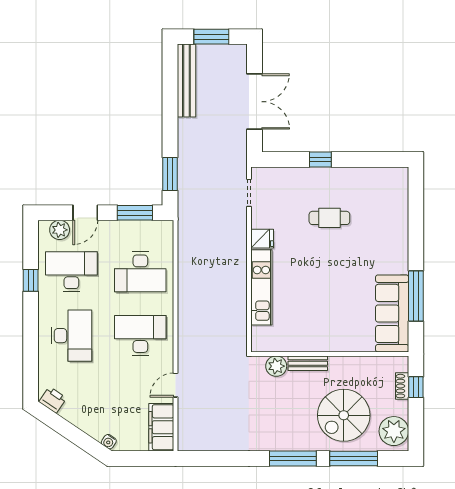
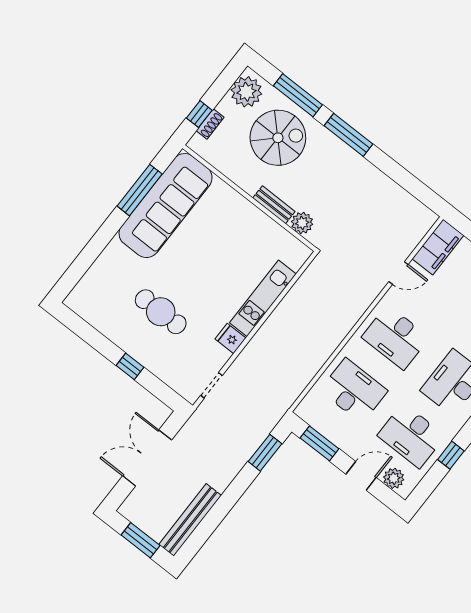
cafe table: (329, 218) -> (161, 312), width x1.37, depth x1.35
sofa: (392, 313) -> (166, 206), width x1.36, depth x1.27

